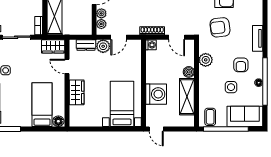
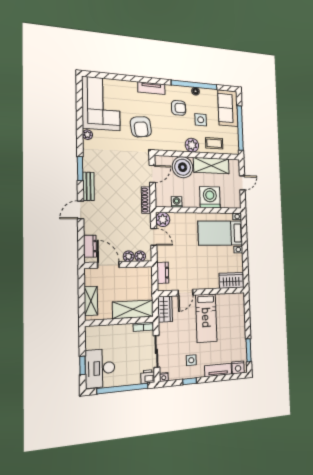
washing machine: (151, 45) -> (177, 202), moved
plant: (103, 46) -> (163, 219), moved
plant: (206, 60) -> (192, 145), moved
boiler: (189, 72) -> (183, 167), width x1.86, depth x1.86
wardrobe: (77, 92) -> (231, 280), moved
bed: (42, 105) -> (206, 318), moved, turned -90
coffee table: (210, 117) -> (214, 143), moved
floor lamp: (58, 121) -> (239, 299), removed
door: (156, 129) -> (242, 183), moved

